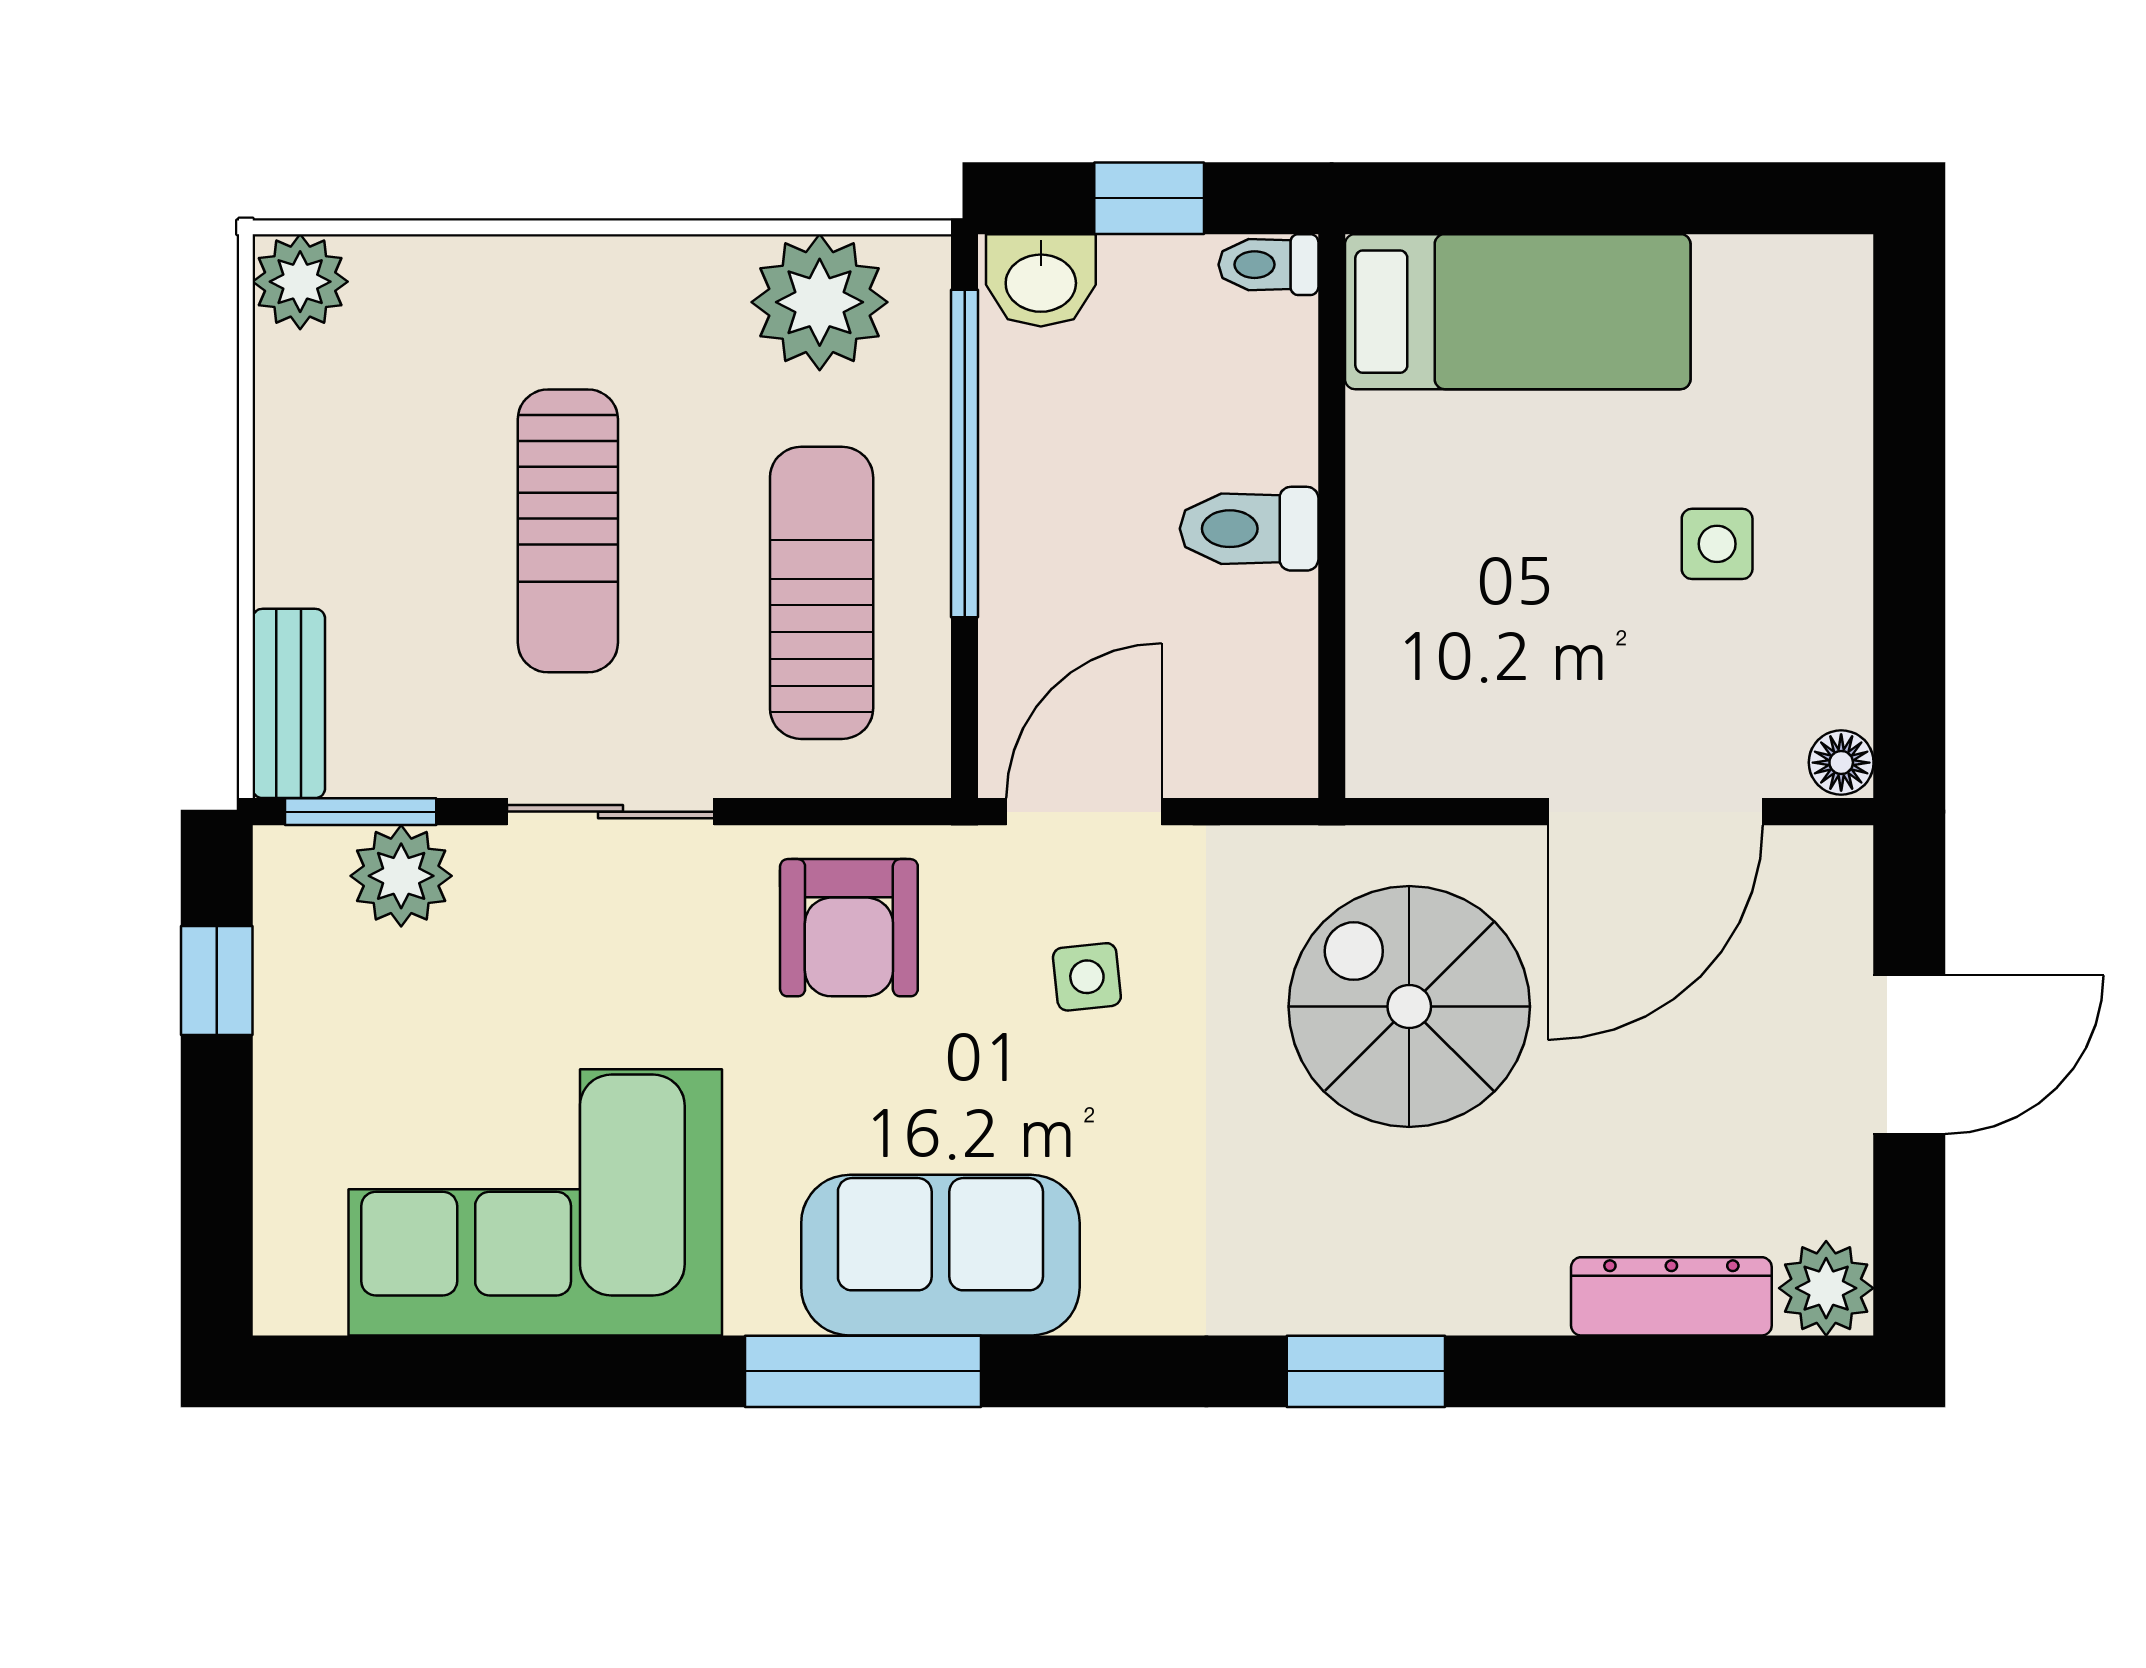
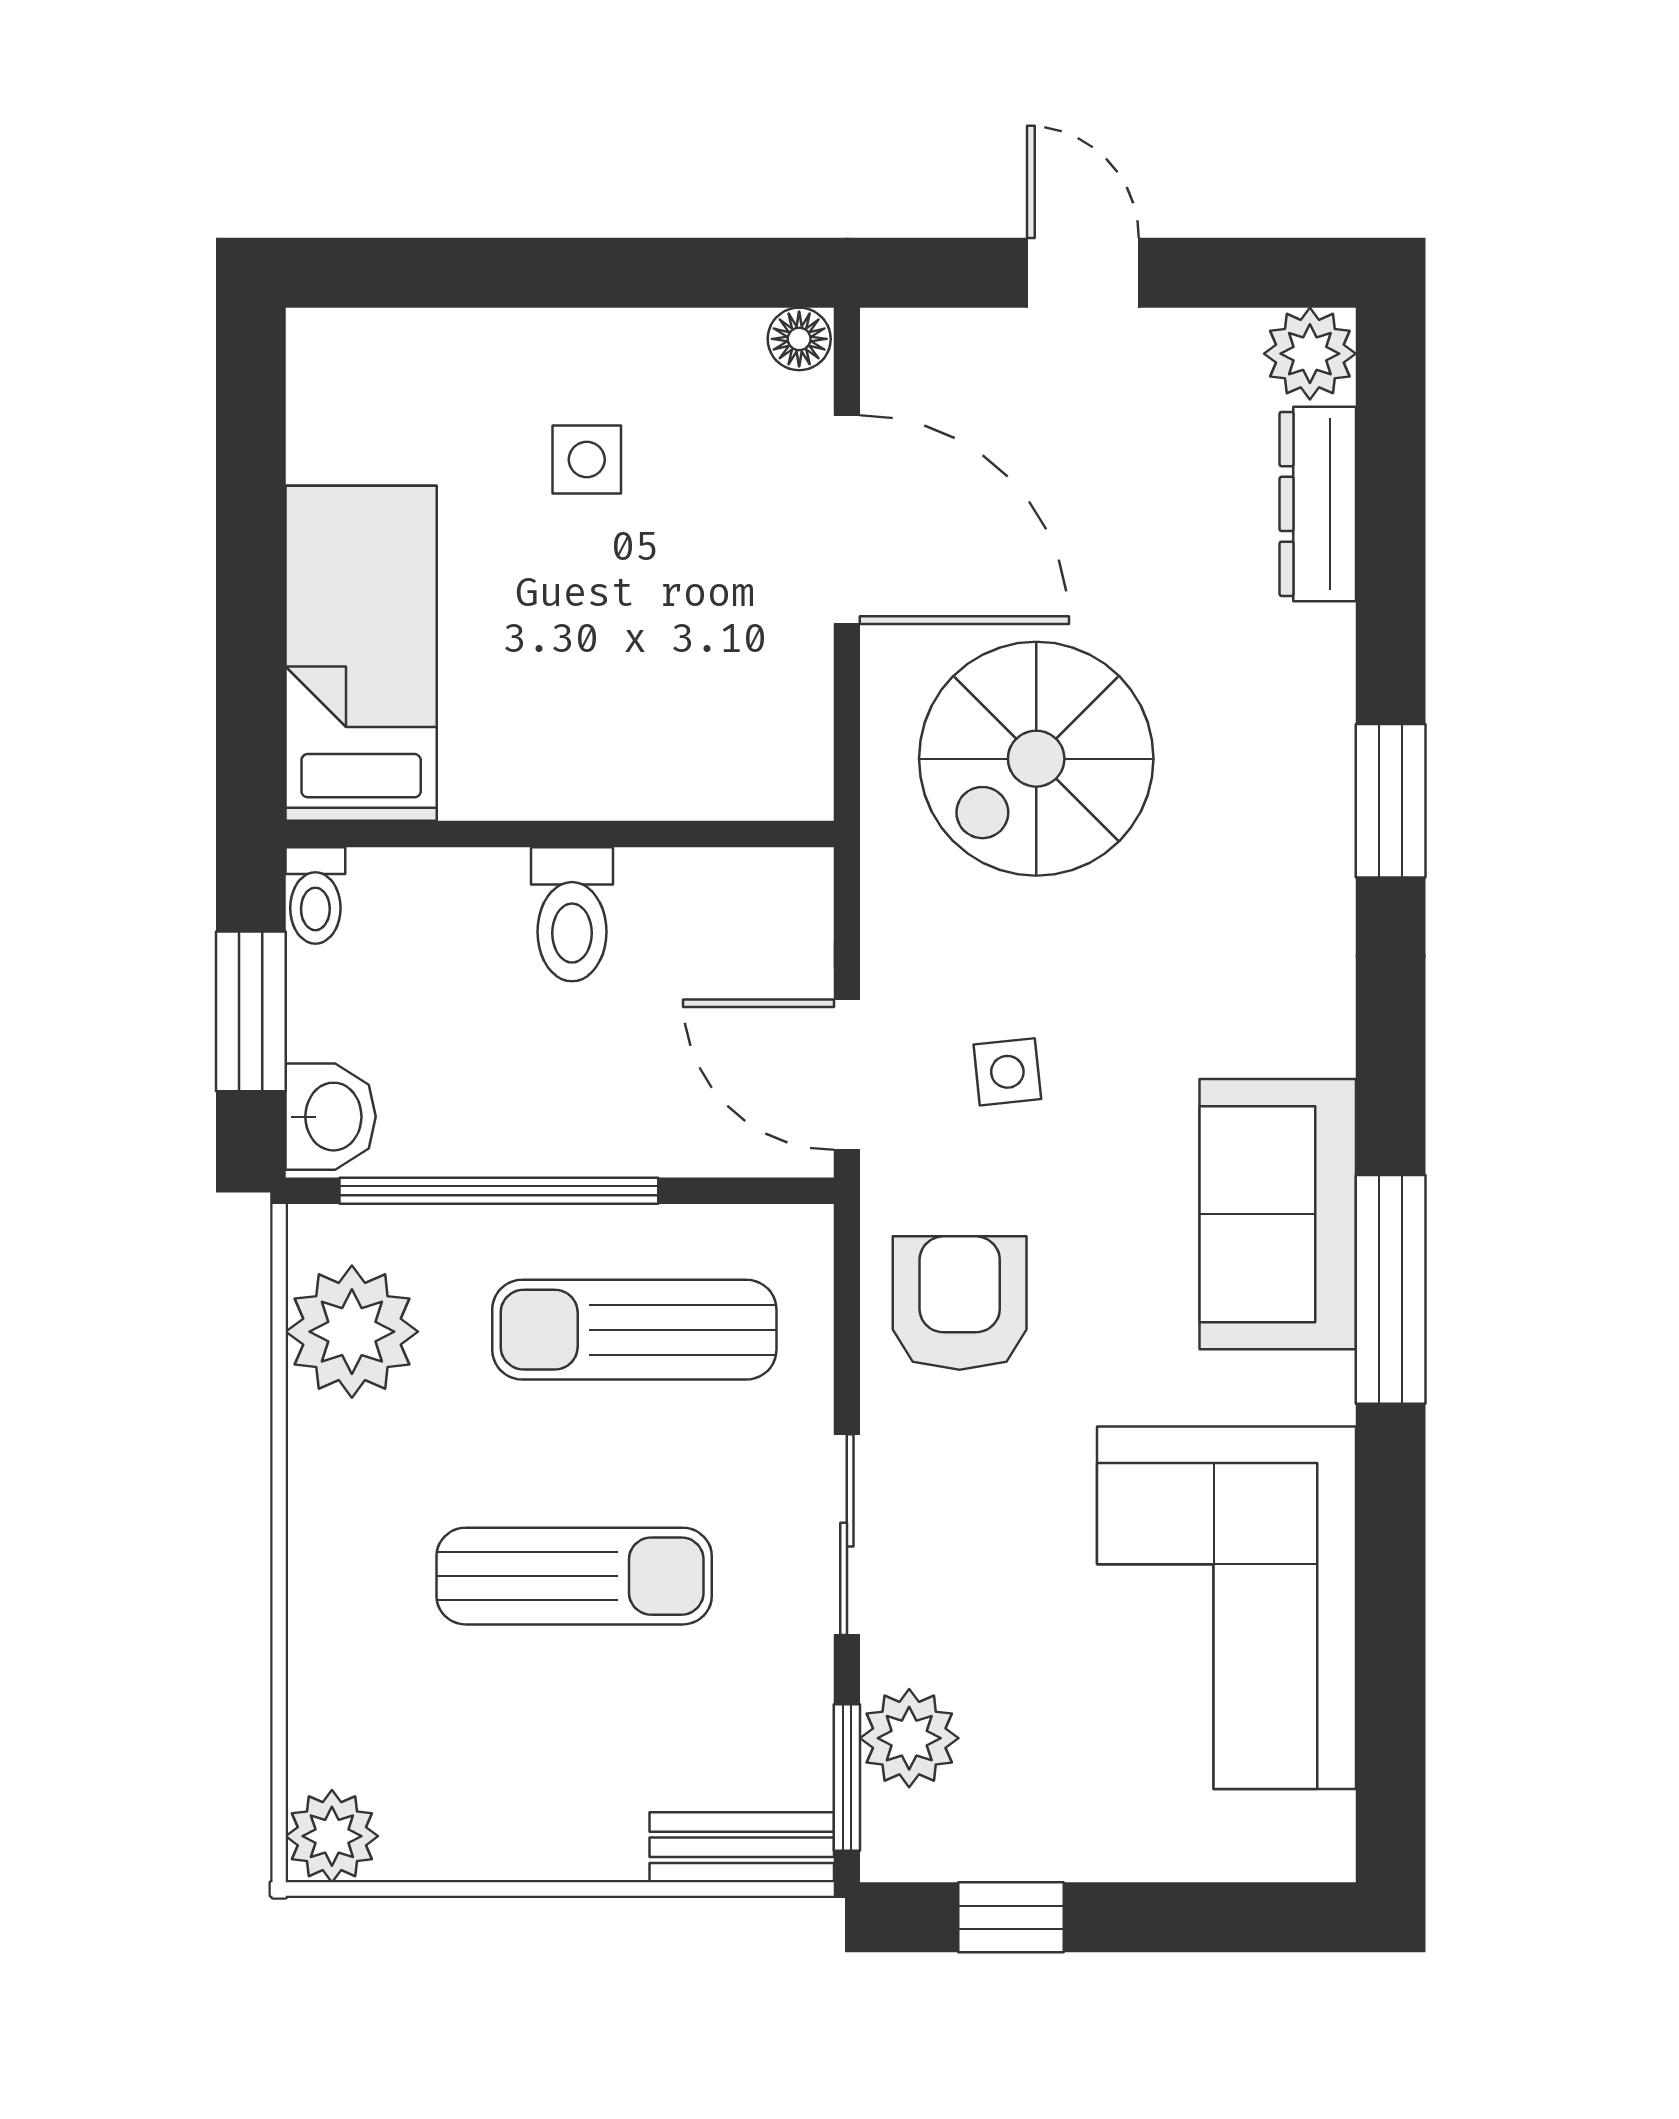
window: (1149, 198) -> (251, 1011), width x1.50
armchair: (849, 928) -> (960, 1303), turned -90
door: (1909, 1055) -> (1083, 273), width x0.73

